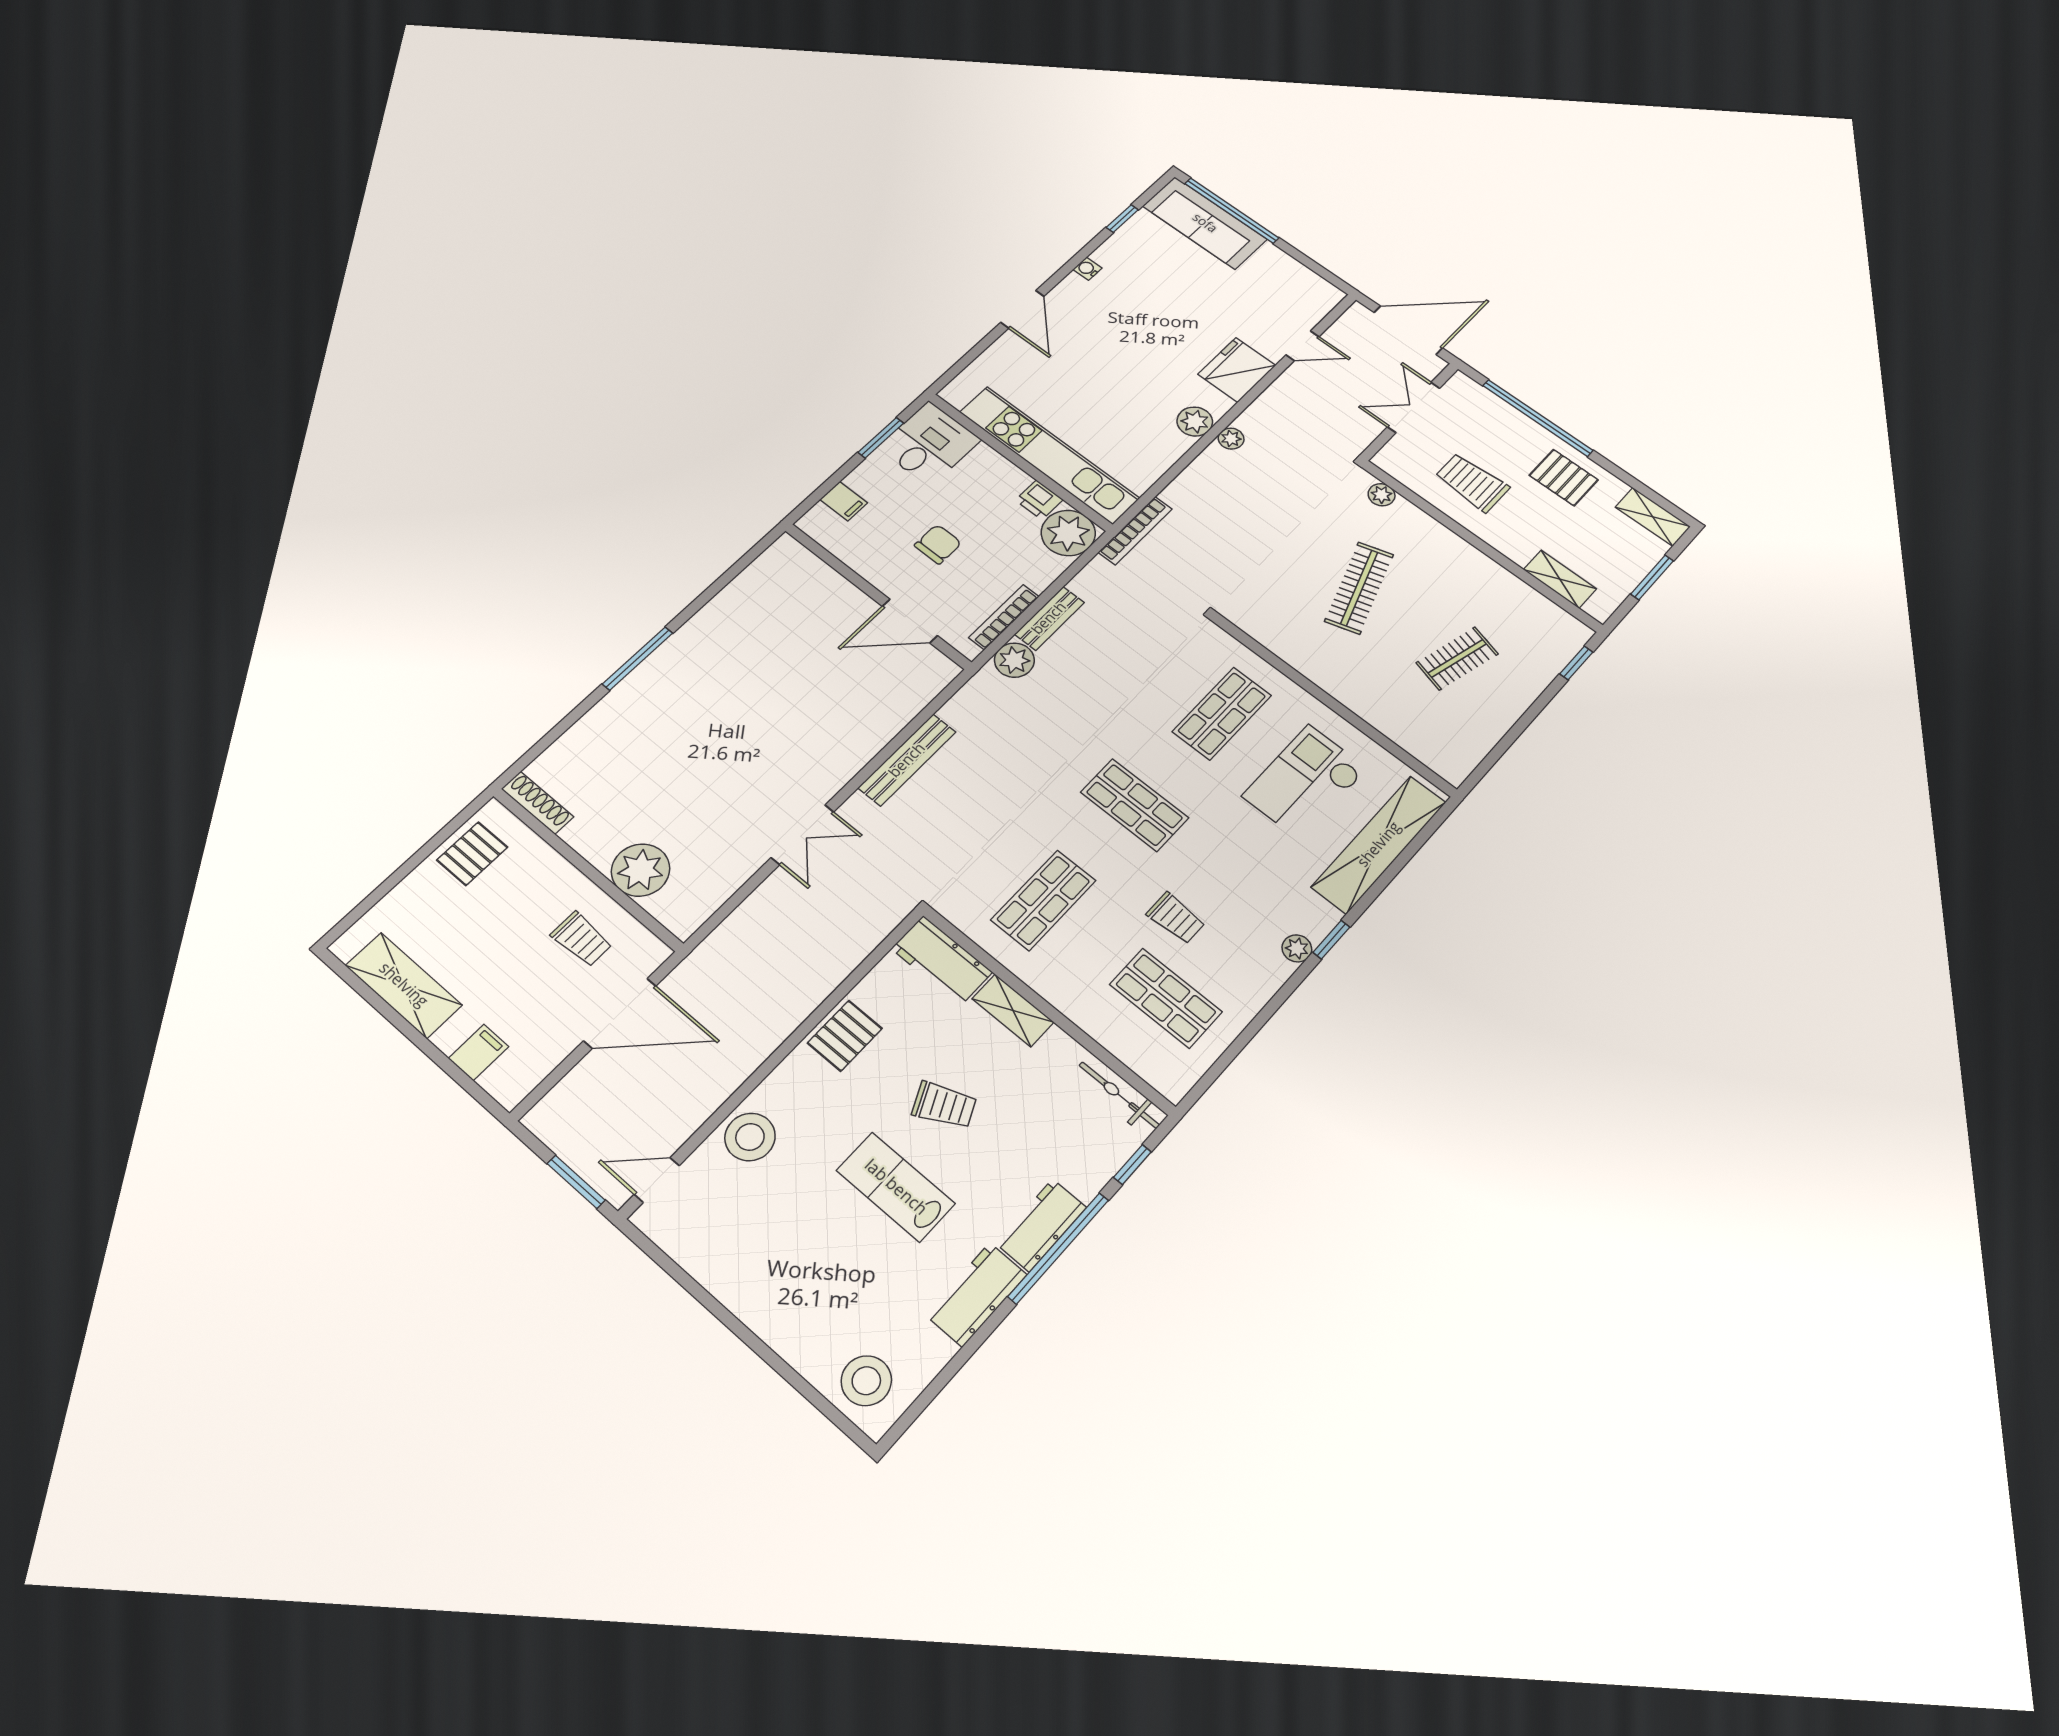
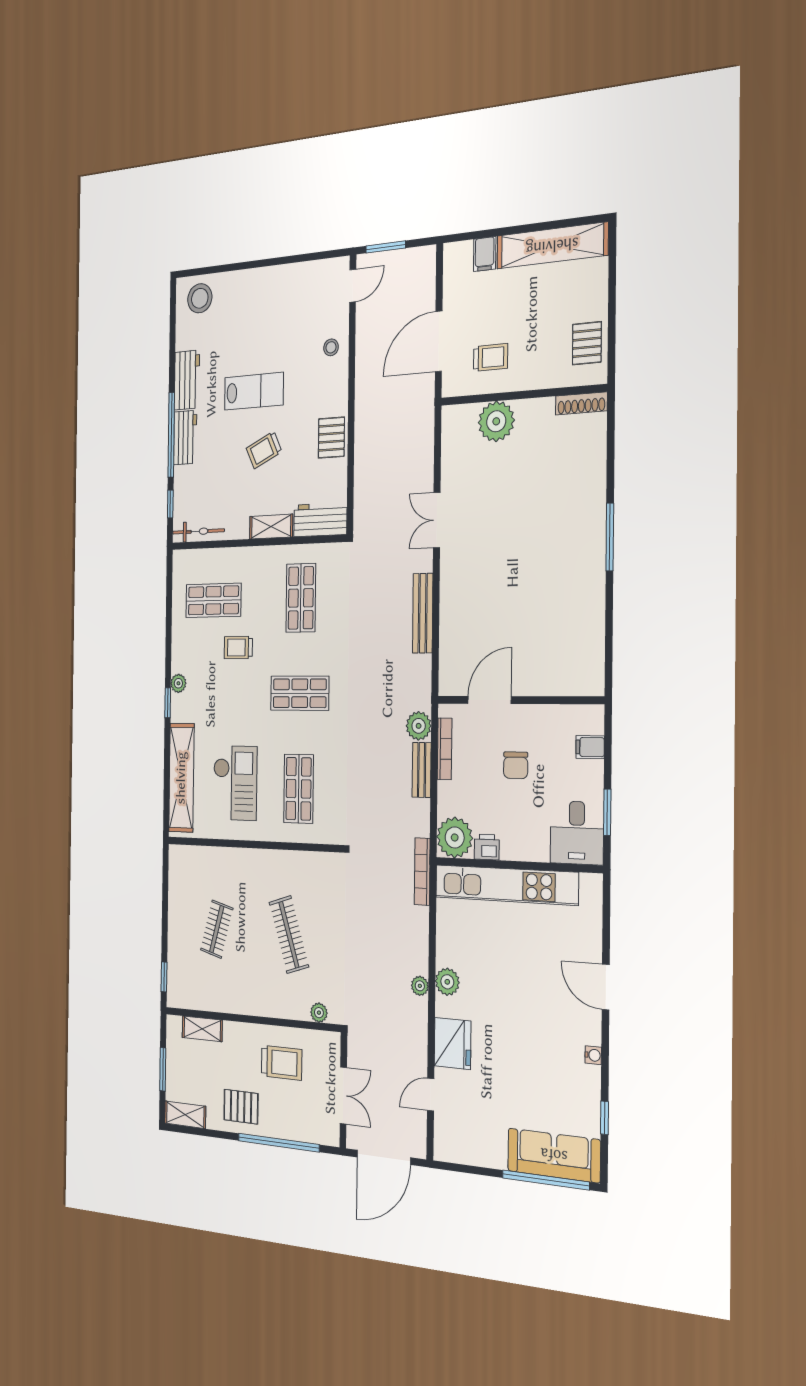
trolley: (582, 939) -> (491, 357), turned 180
shelving: (404, 985) -> (552, 246), width x1.47
stool: (750, 1137) -> (331, 347), width x0.53, depth x0.53

